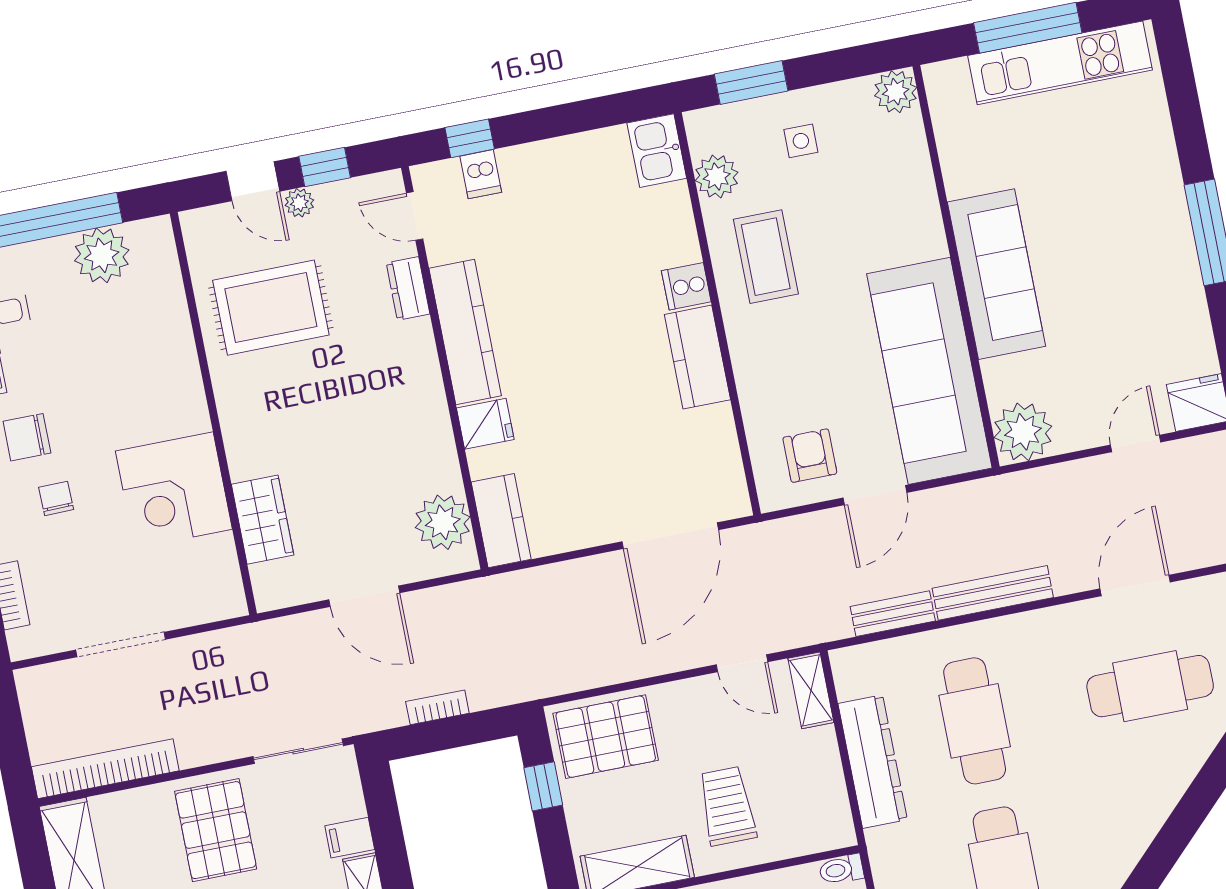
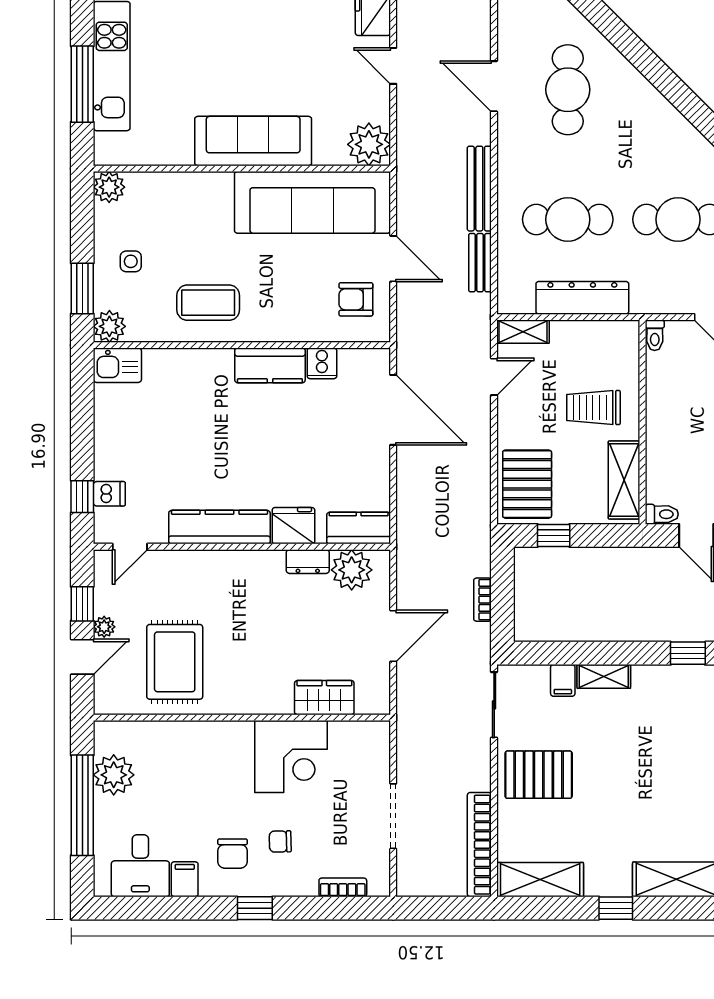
plant: (717, 176) -> (109, 326), moved
cooker: (686, 286) -> (322, 363), moved
dresser: (408, 288) -> (308, 562), moved
fridge: (485, 424) -> (293, 526), width x1.38

